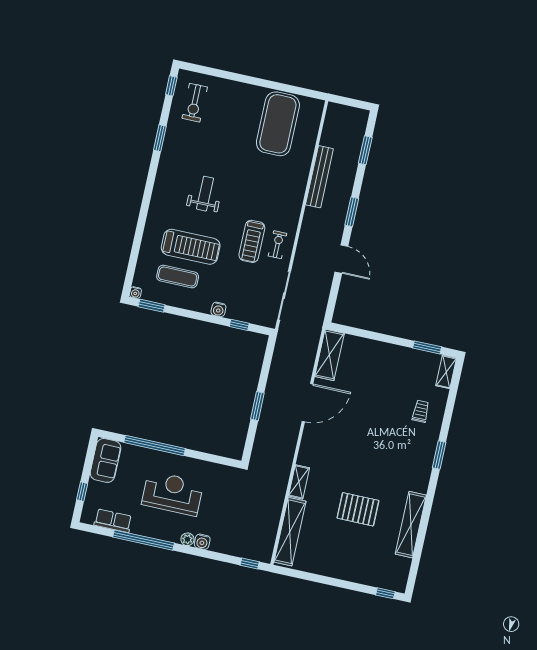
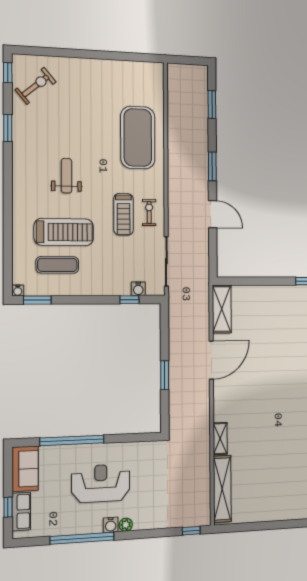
exercise bike: (195, 103) -> (36, 86), turned -130
exercise mat: (278, 124) -> (138, 138), moved
bench: (319, 177) -> (175, 138), removed
water cooler: (218, 309) -> (138, 289), moved
pallet: (358, 509) -> (280, 450), removed
row of seats: (113, 521) -> (21, 512), moved, turned 90
water cooler: (202, 542) -> (111, 525), moved

